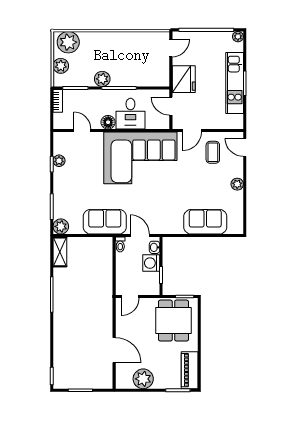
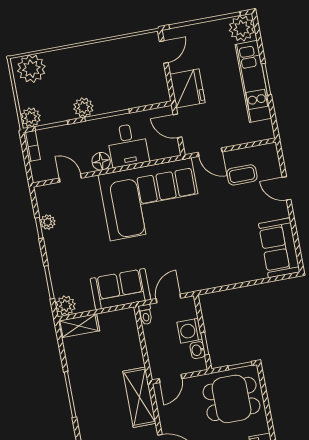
plant: (238, 37) -> (242, 28), width x1.87, depth x1.87
plant: (61, 66) -> (31, 117), moved
door: (192, 131) -> (210, 152), hinge flipped
door: (245, 147) -> (286, 188), moved
coffee table: (213, 152) -> (242, 175), turned 90
plant: (237, 184) -> (281, 210), removed
sofa: (205, 222) -> (279, 248), moved, turned -90
door: (140, 236) -> (168, 298), hinge flipped
washbasin: (155, 247) -> (197, 350), moved
shelving: (60, 252) -> (79, 326), moved, turned 90
shelving: (104, 306) -> (139, 397), added
dining table: (173, 321) -> (232, 399), turned 90

